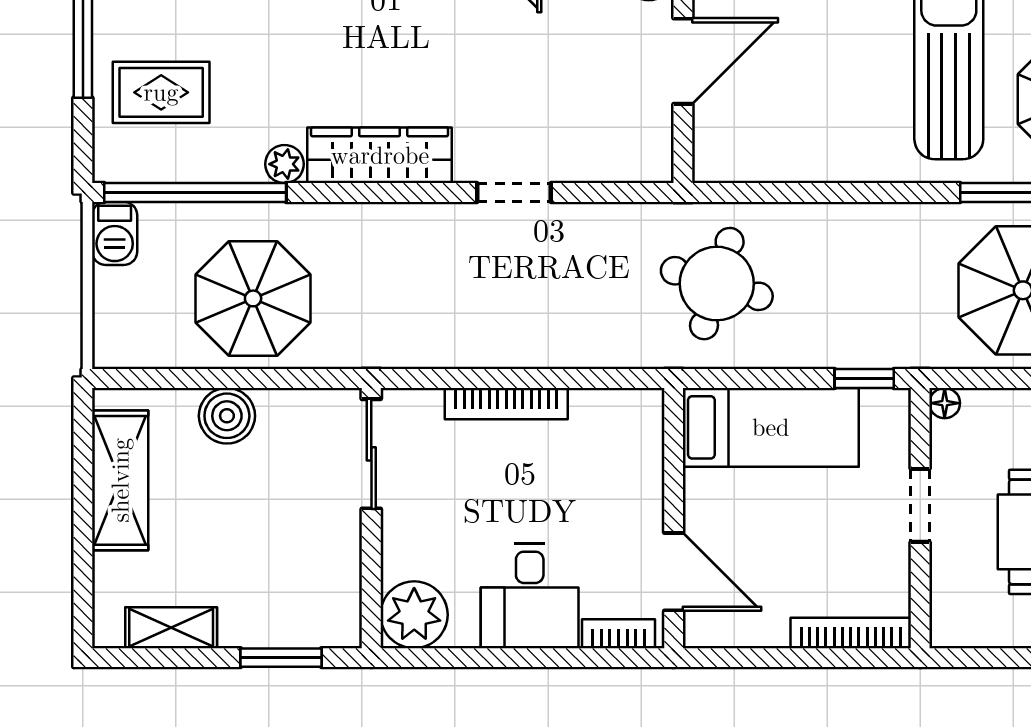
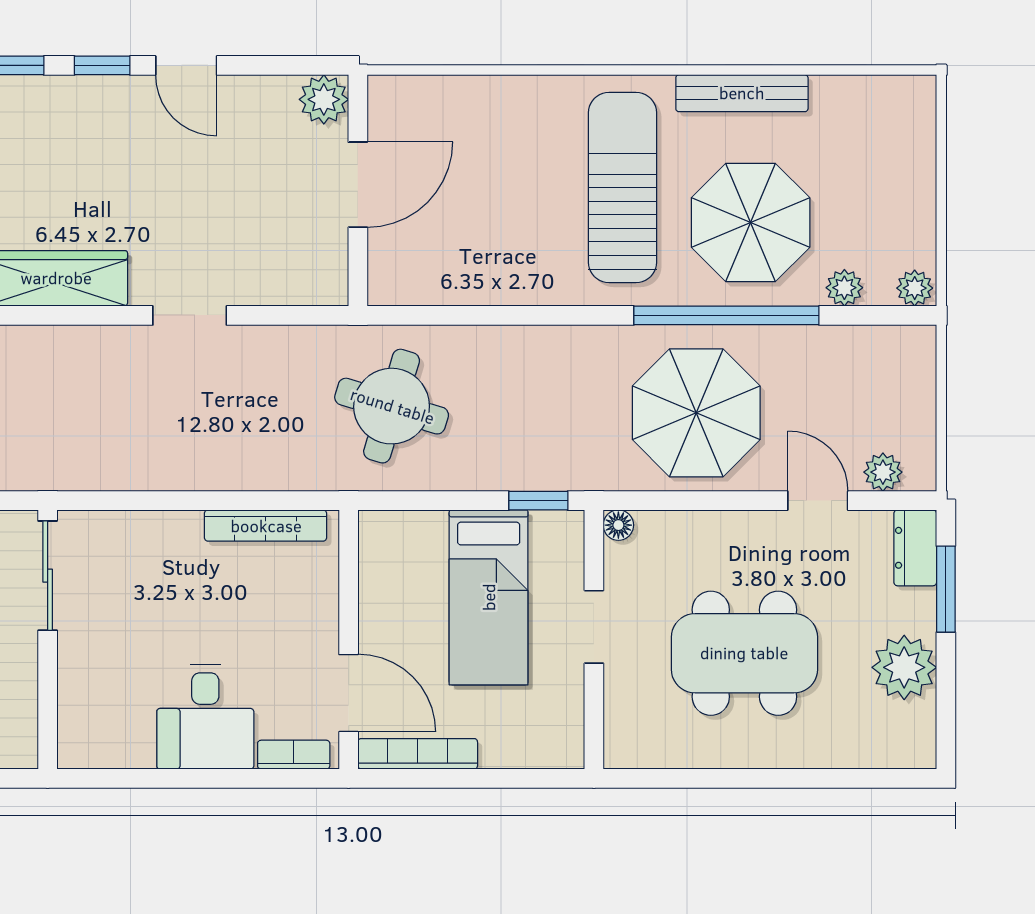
bookcase: (506, 404) -> (266, 526), moved
bed: (771, 427) -> (489, 597), moved, turned 90
plant: (414, 615) -> (90, 736), removed
bookcase: (851, 633) -> (418, 754), moved

